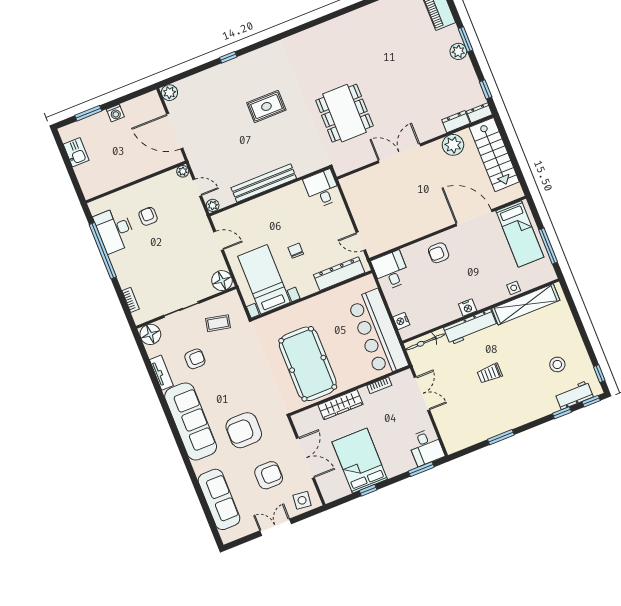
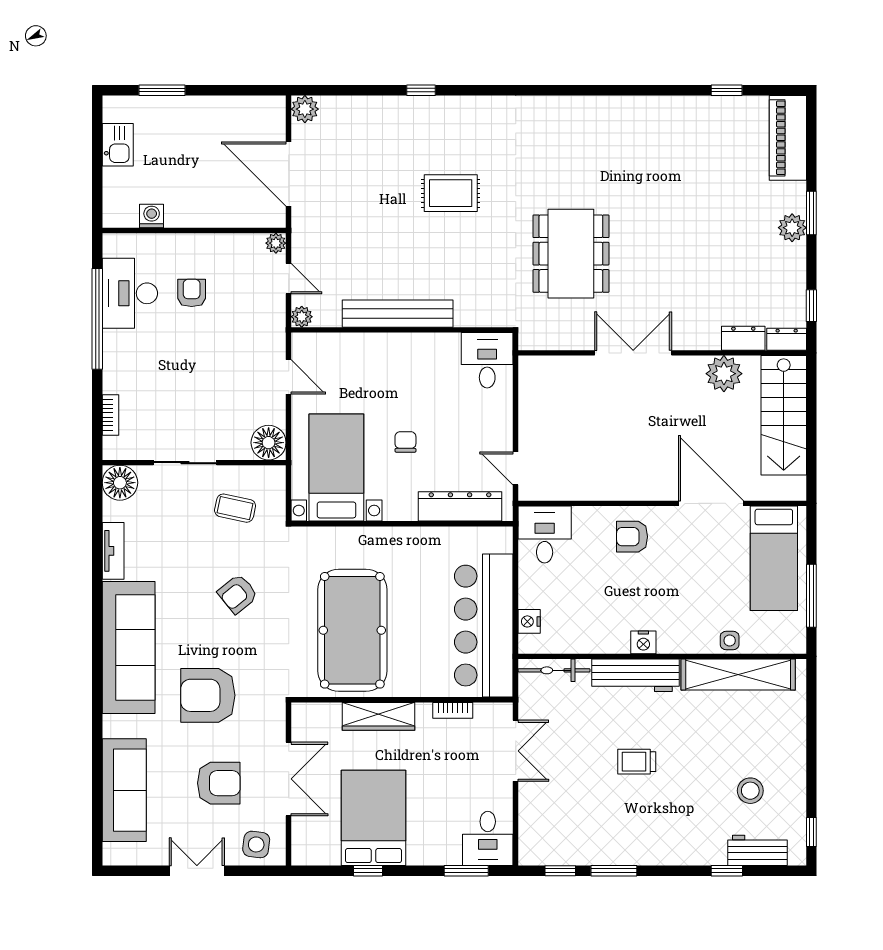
washing machine: (115, 113) -> (152, 216), moved, turned 180
armchair: (195, 359) -> (238, 594), moved, turned 141
window: (591, 401) -> (560, 871), moved

